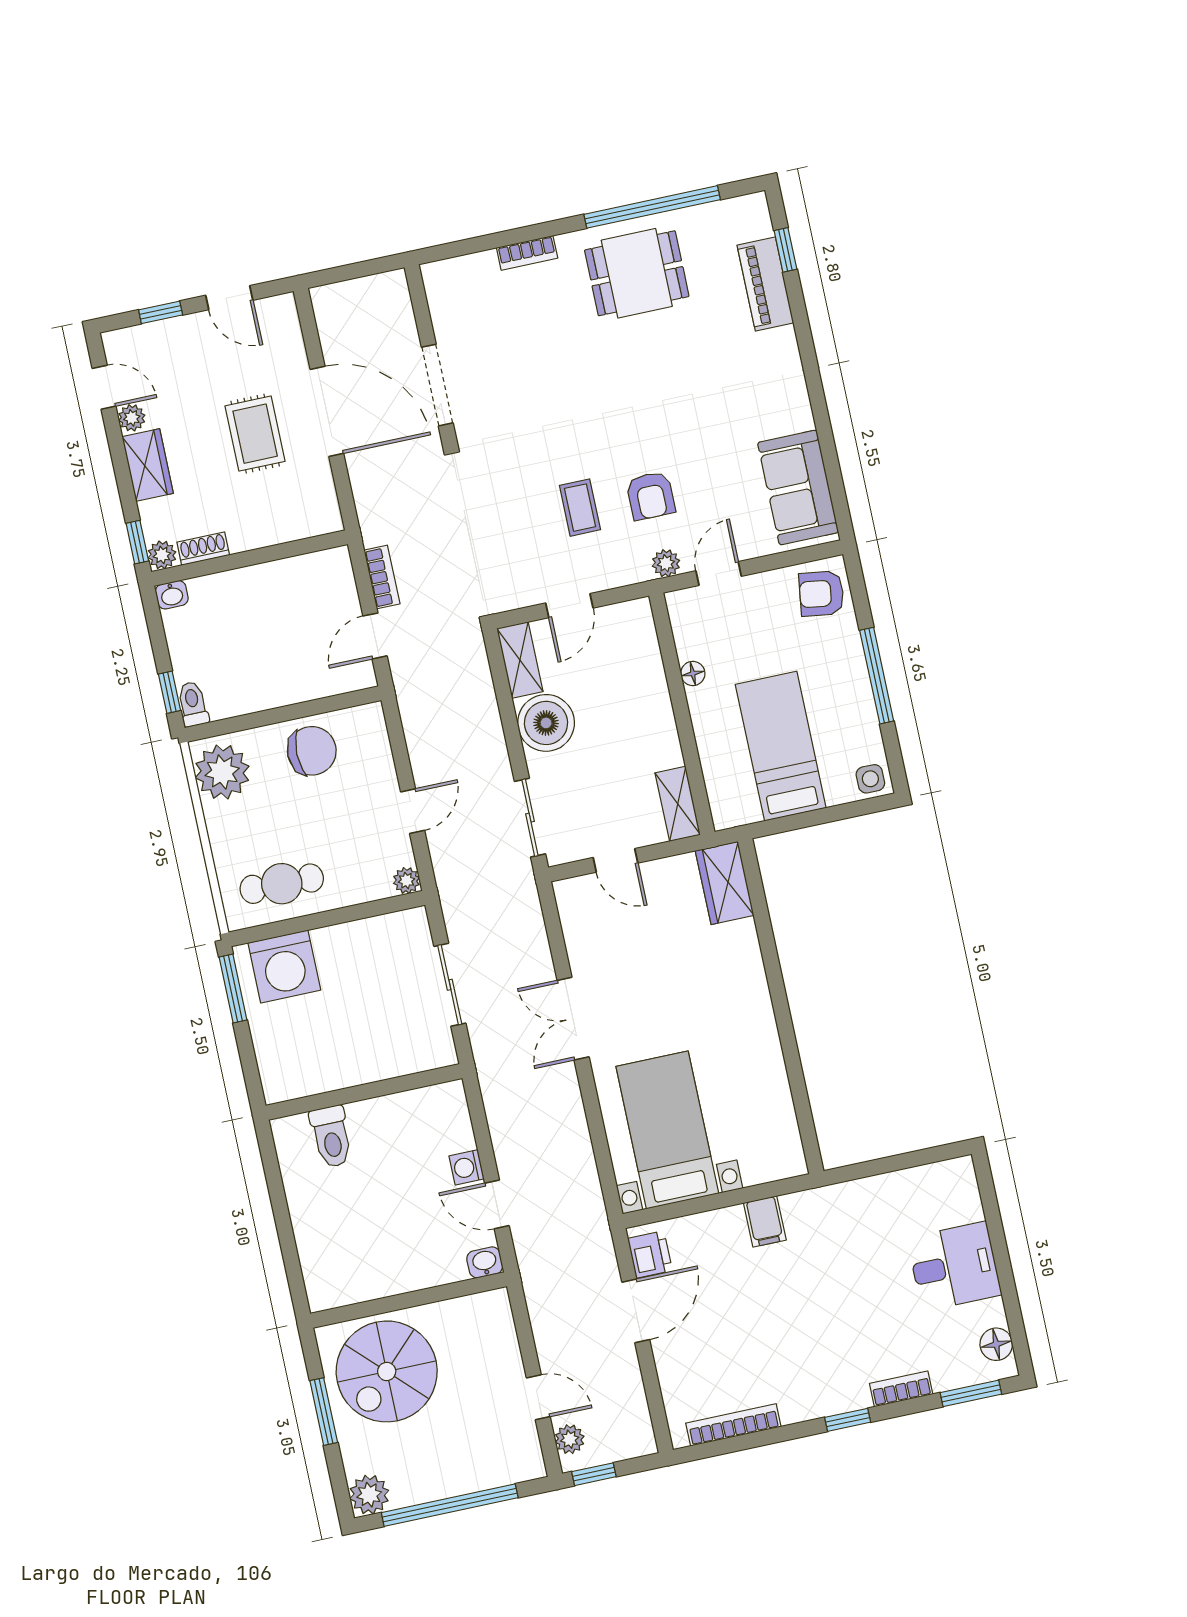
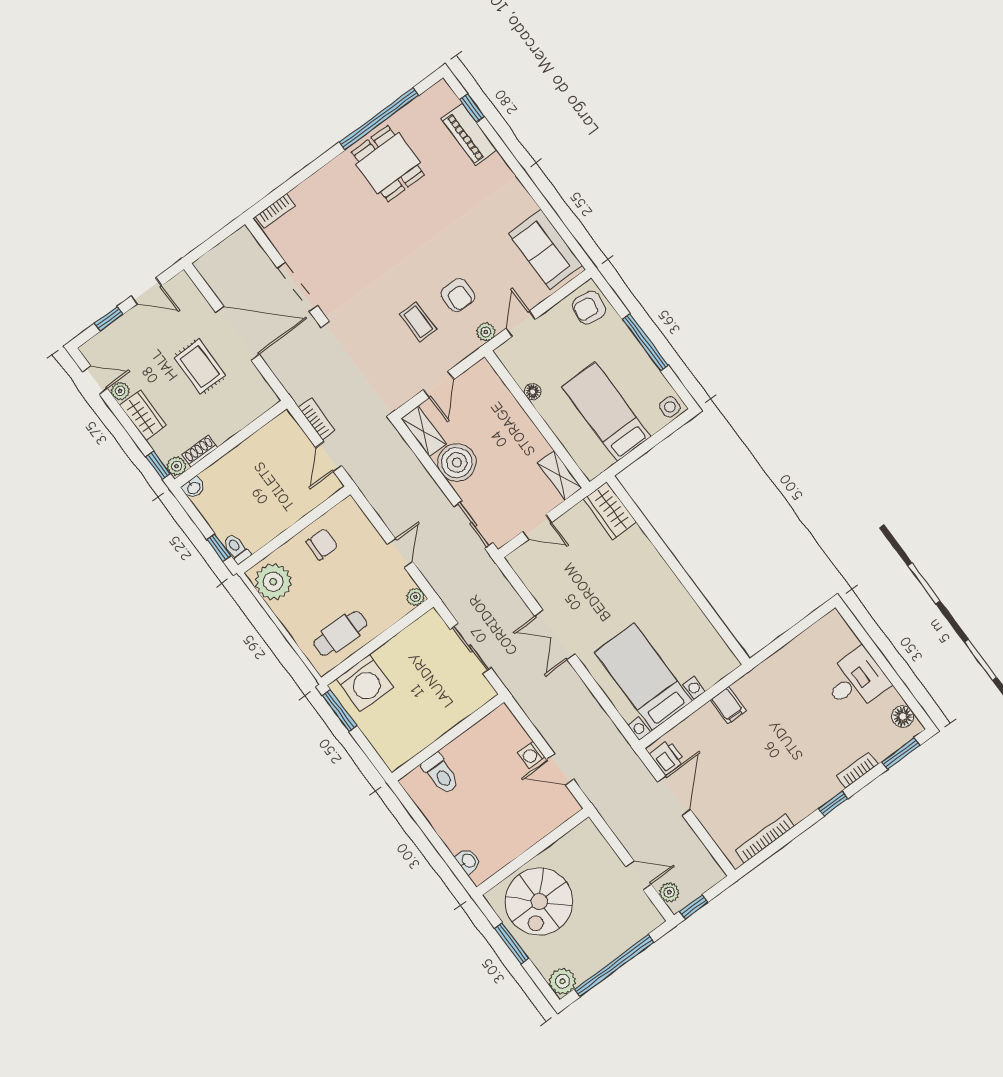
bookcase: (527, 253) -> (276, 211), moved
dining table: (637, 273) -> (388, 163), turned 90
chair: (312, 751) -> (322, 544), width x0.73, depth x0.73
washbasin: (485, 1262) -> (468, 861), moved, turned 90

